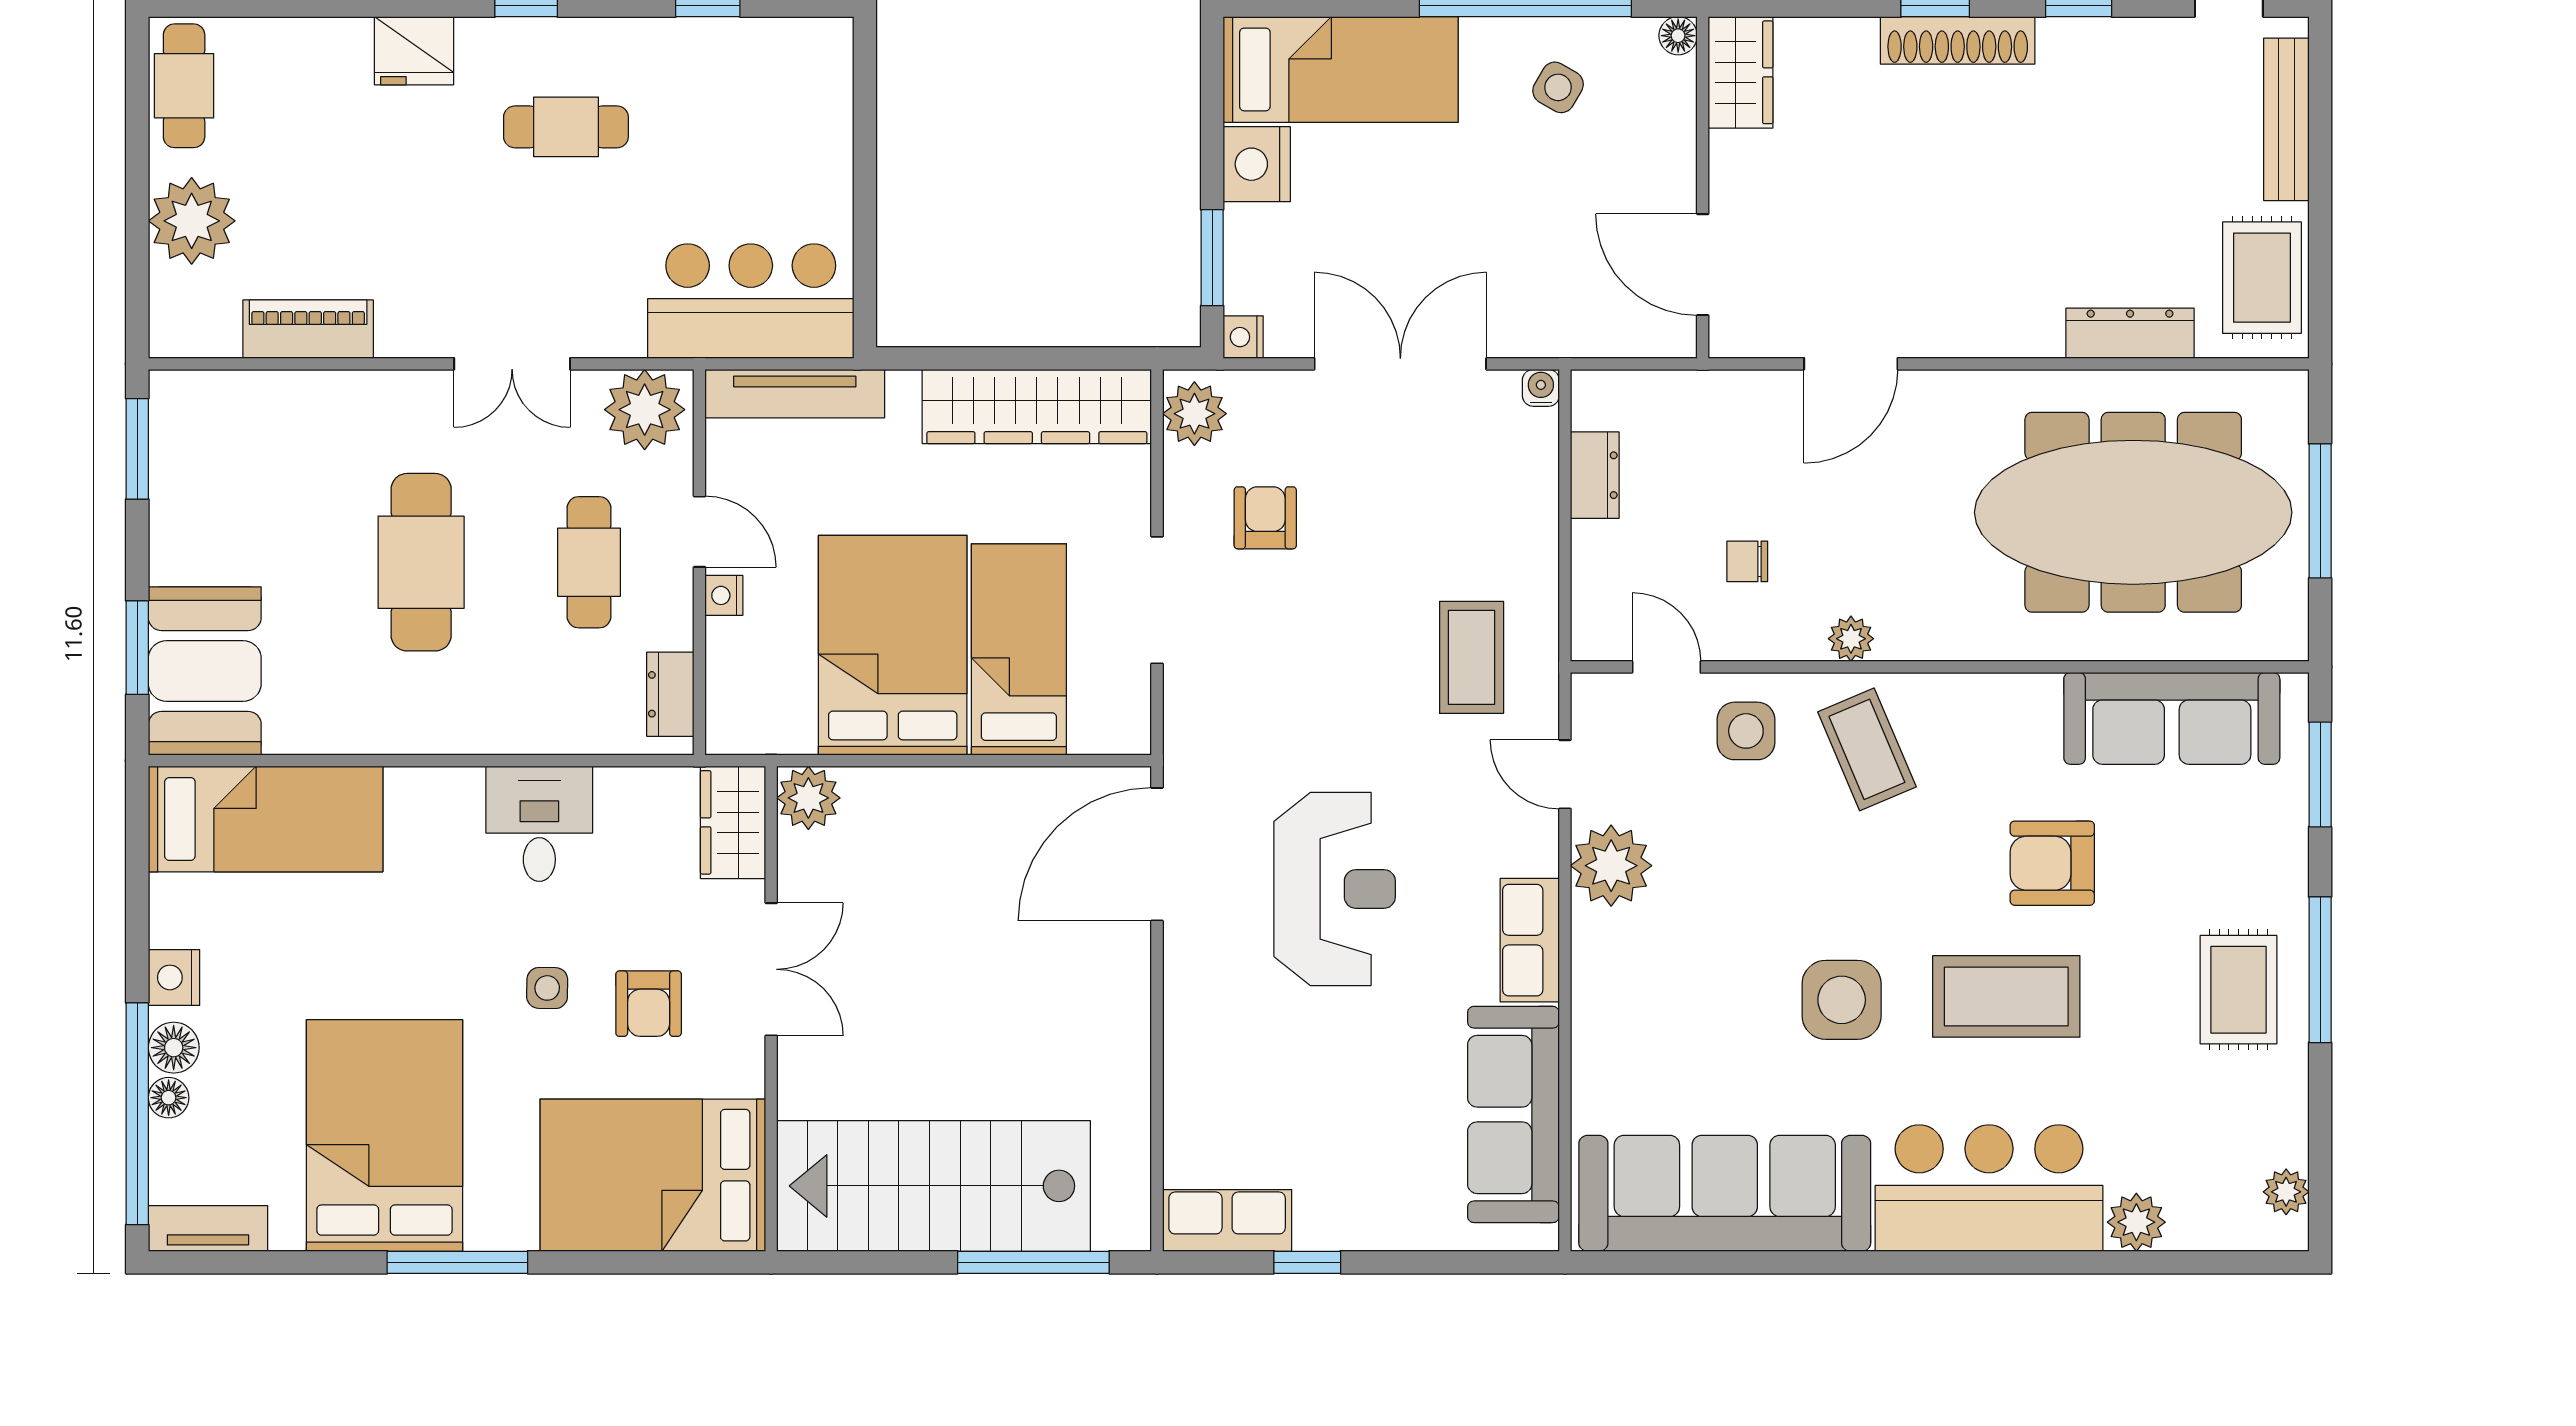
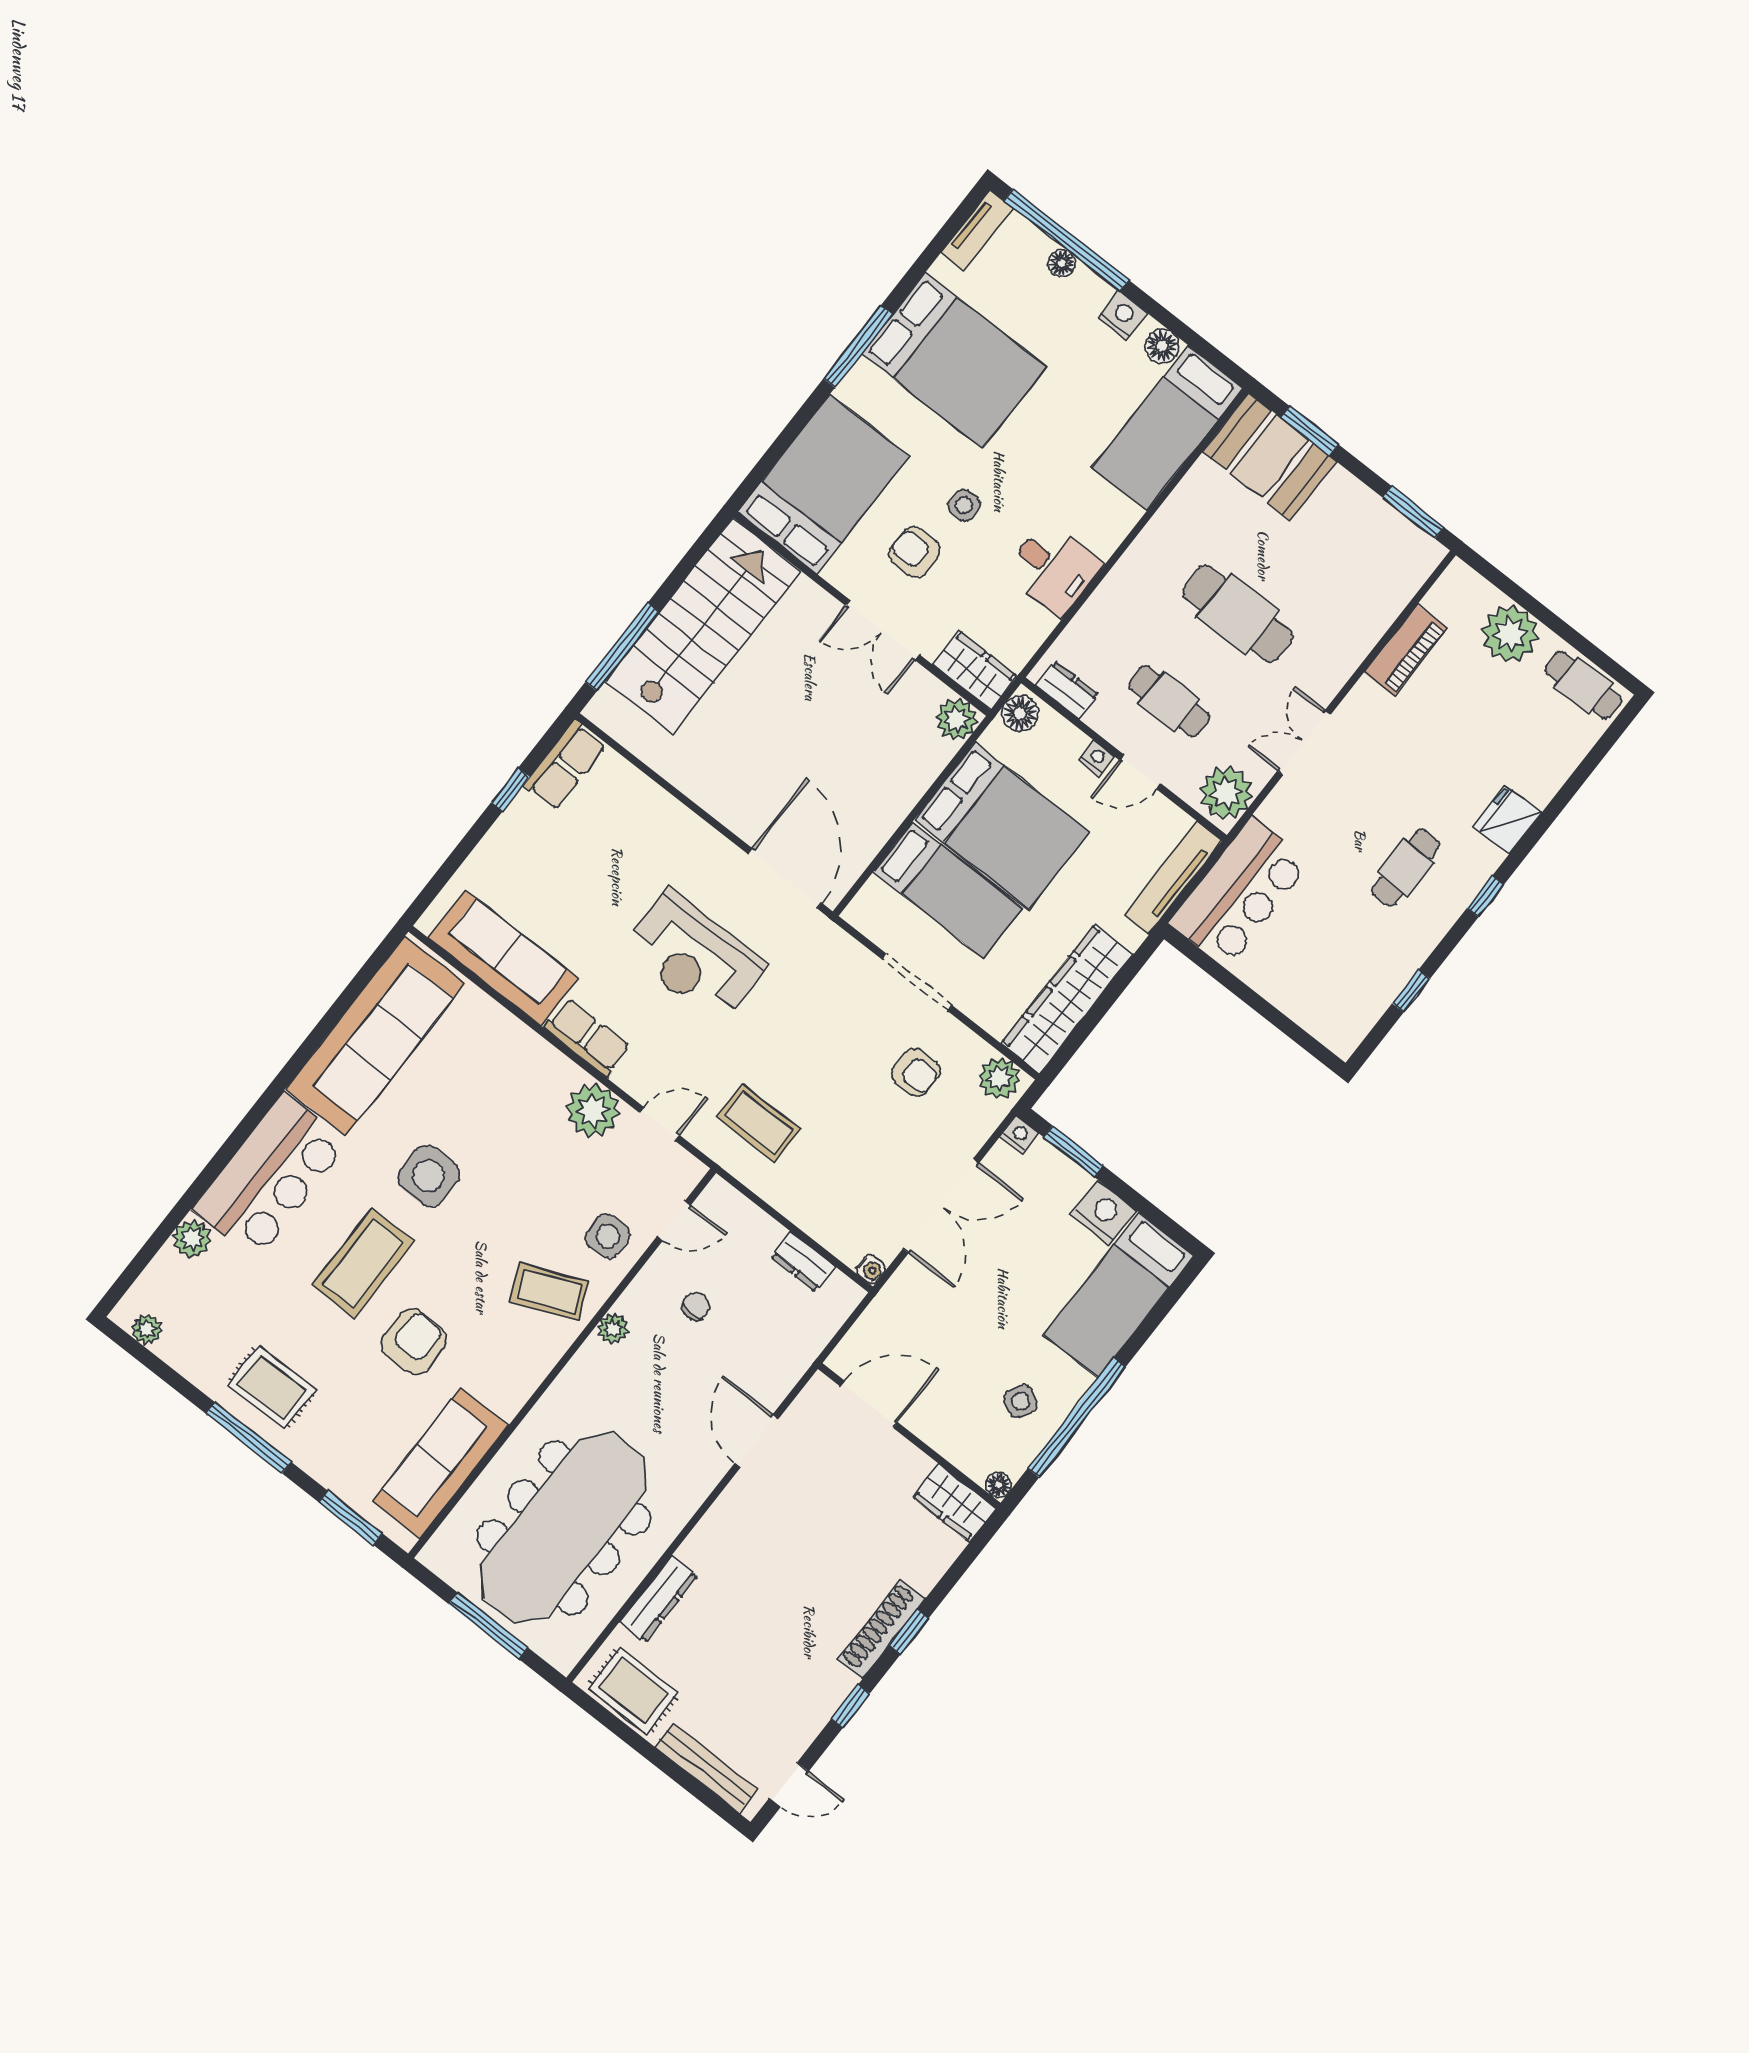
floor lamp: (742, 728) -> (1020, 714), added
floor lamp: (174, 1048) -> (1162, 346), moved

